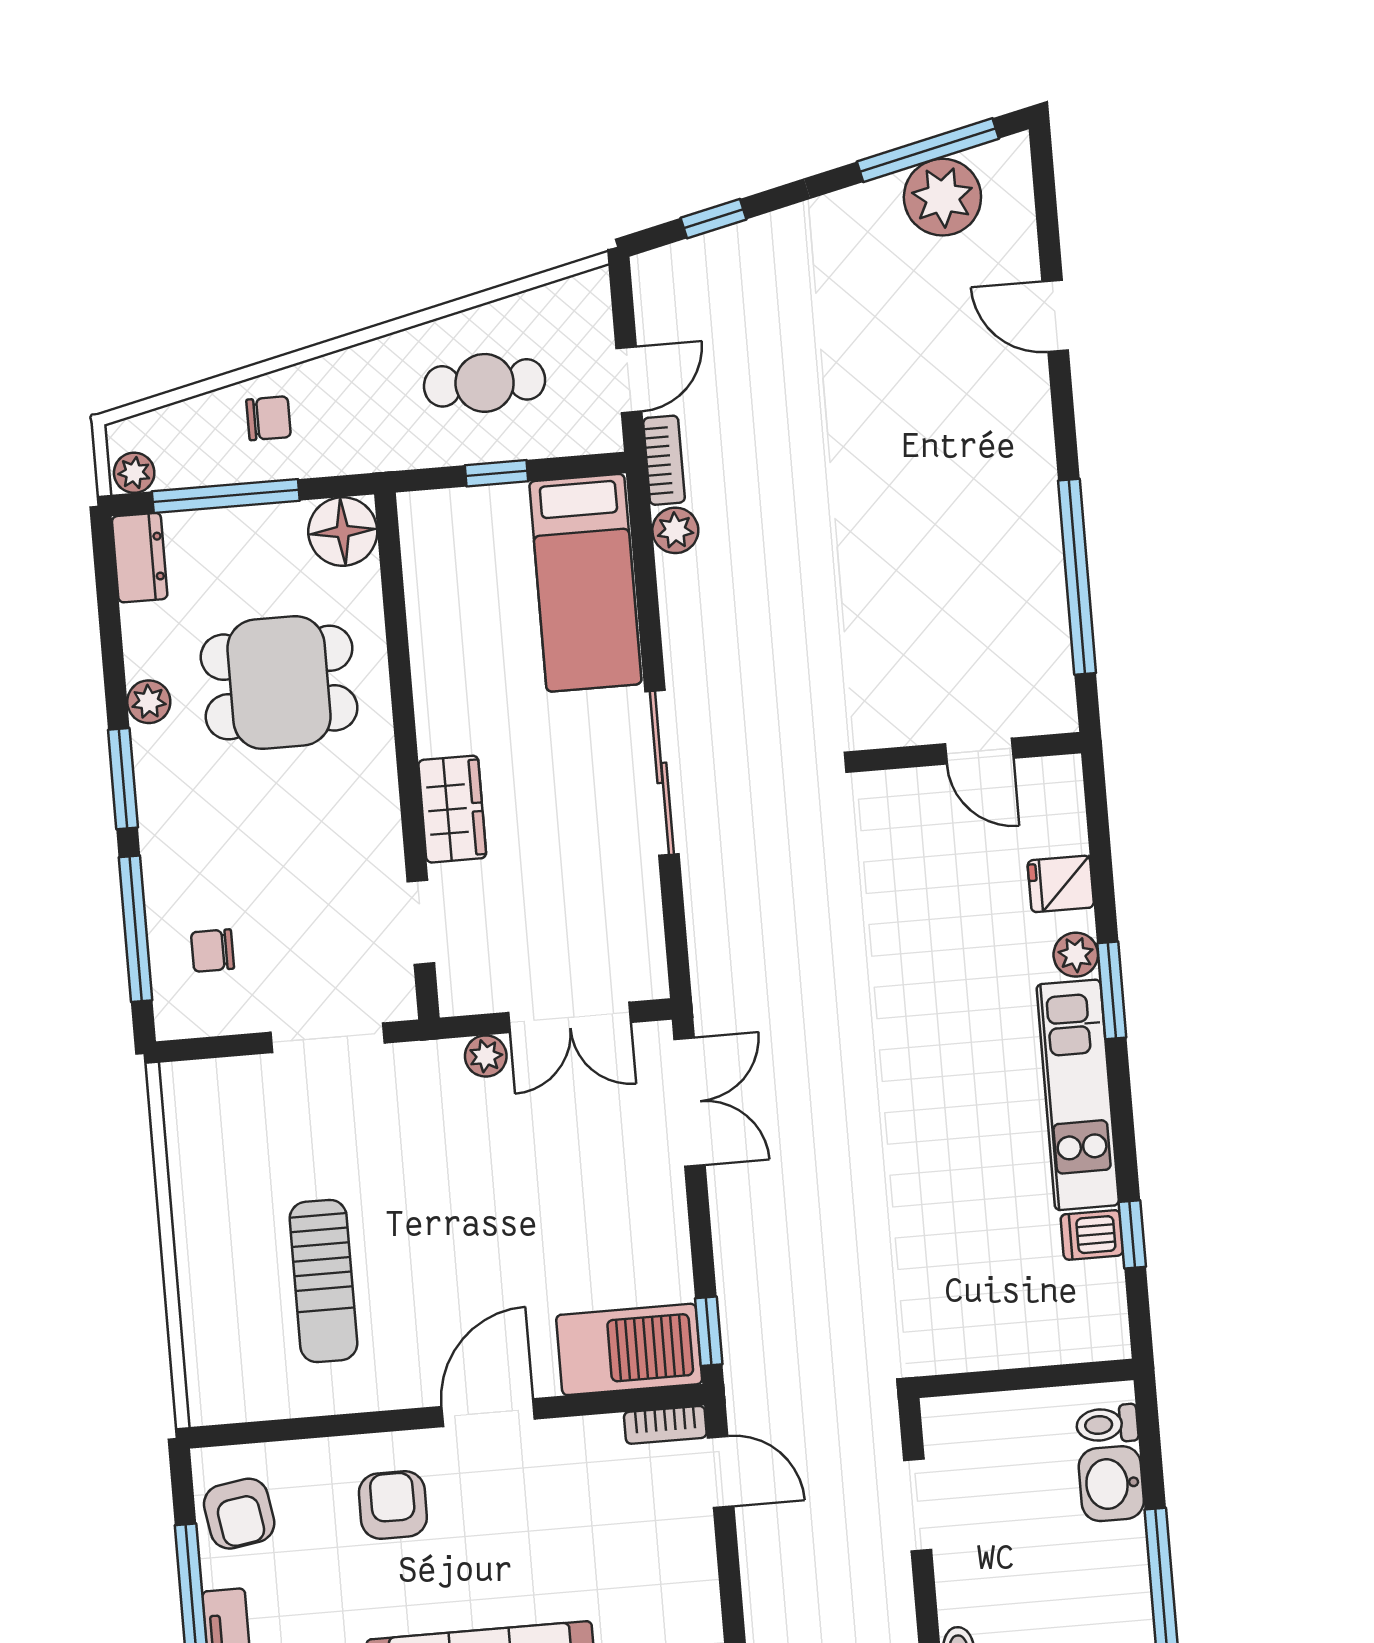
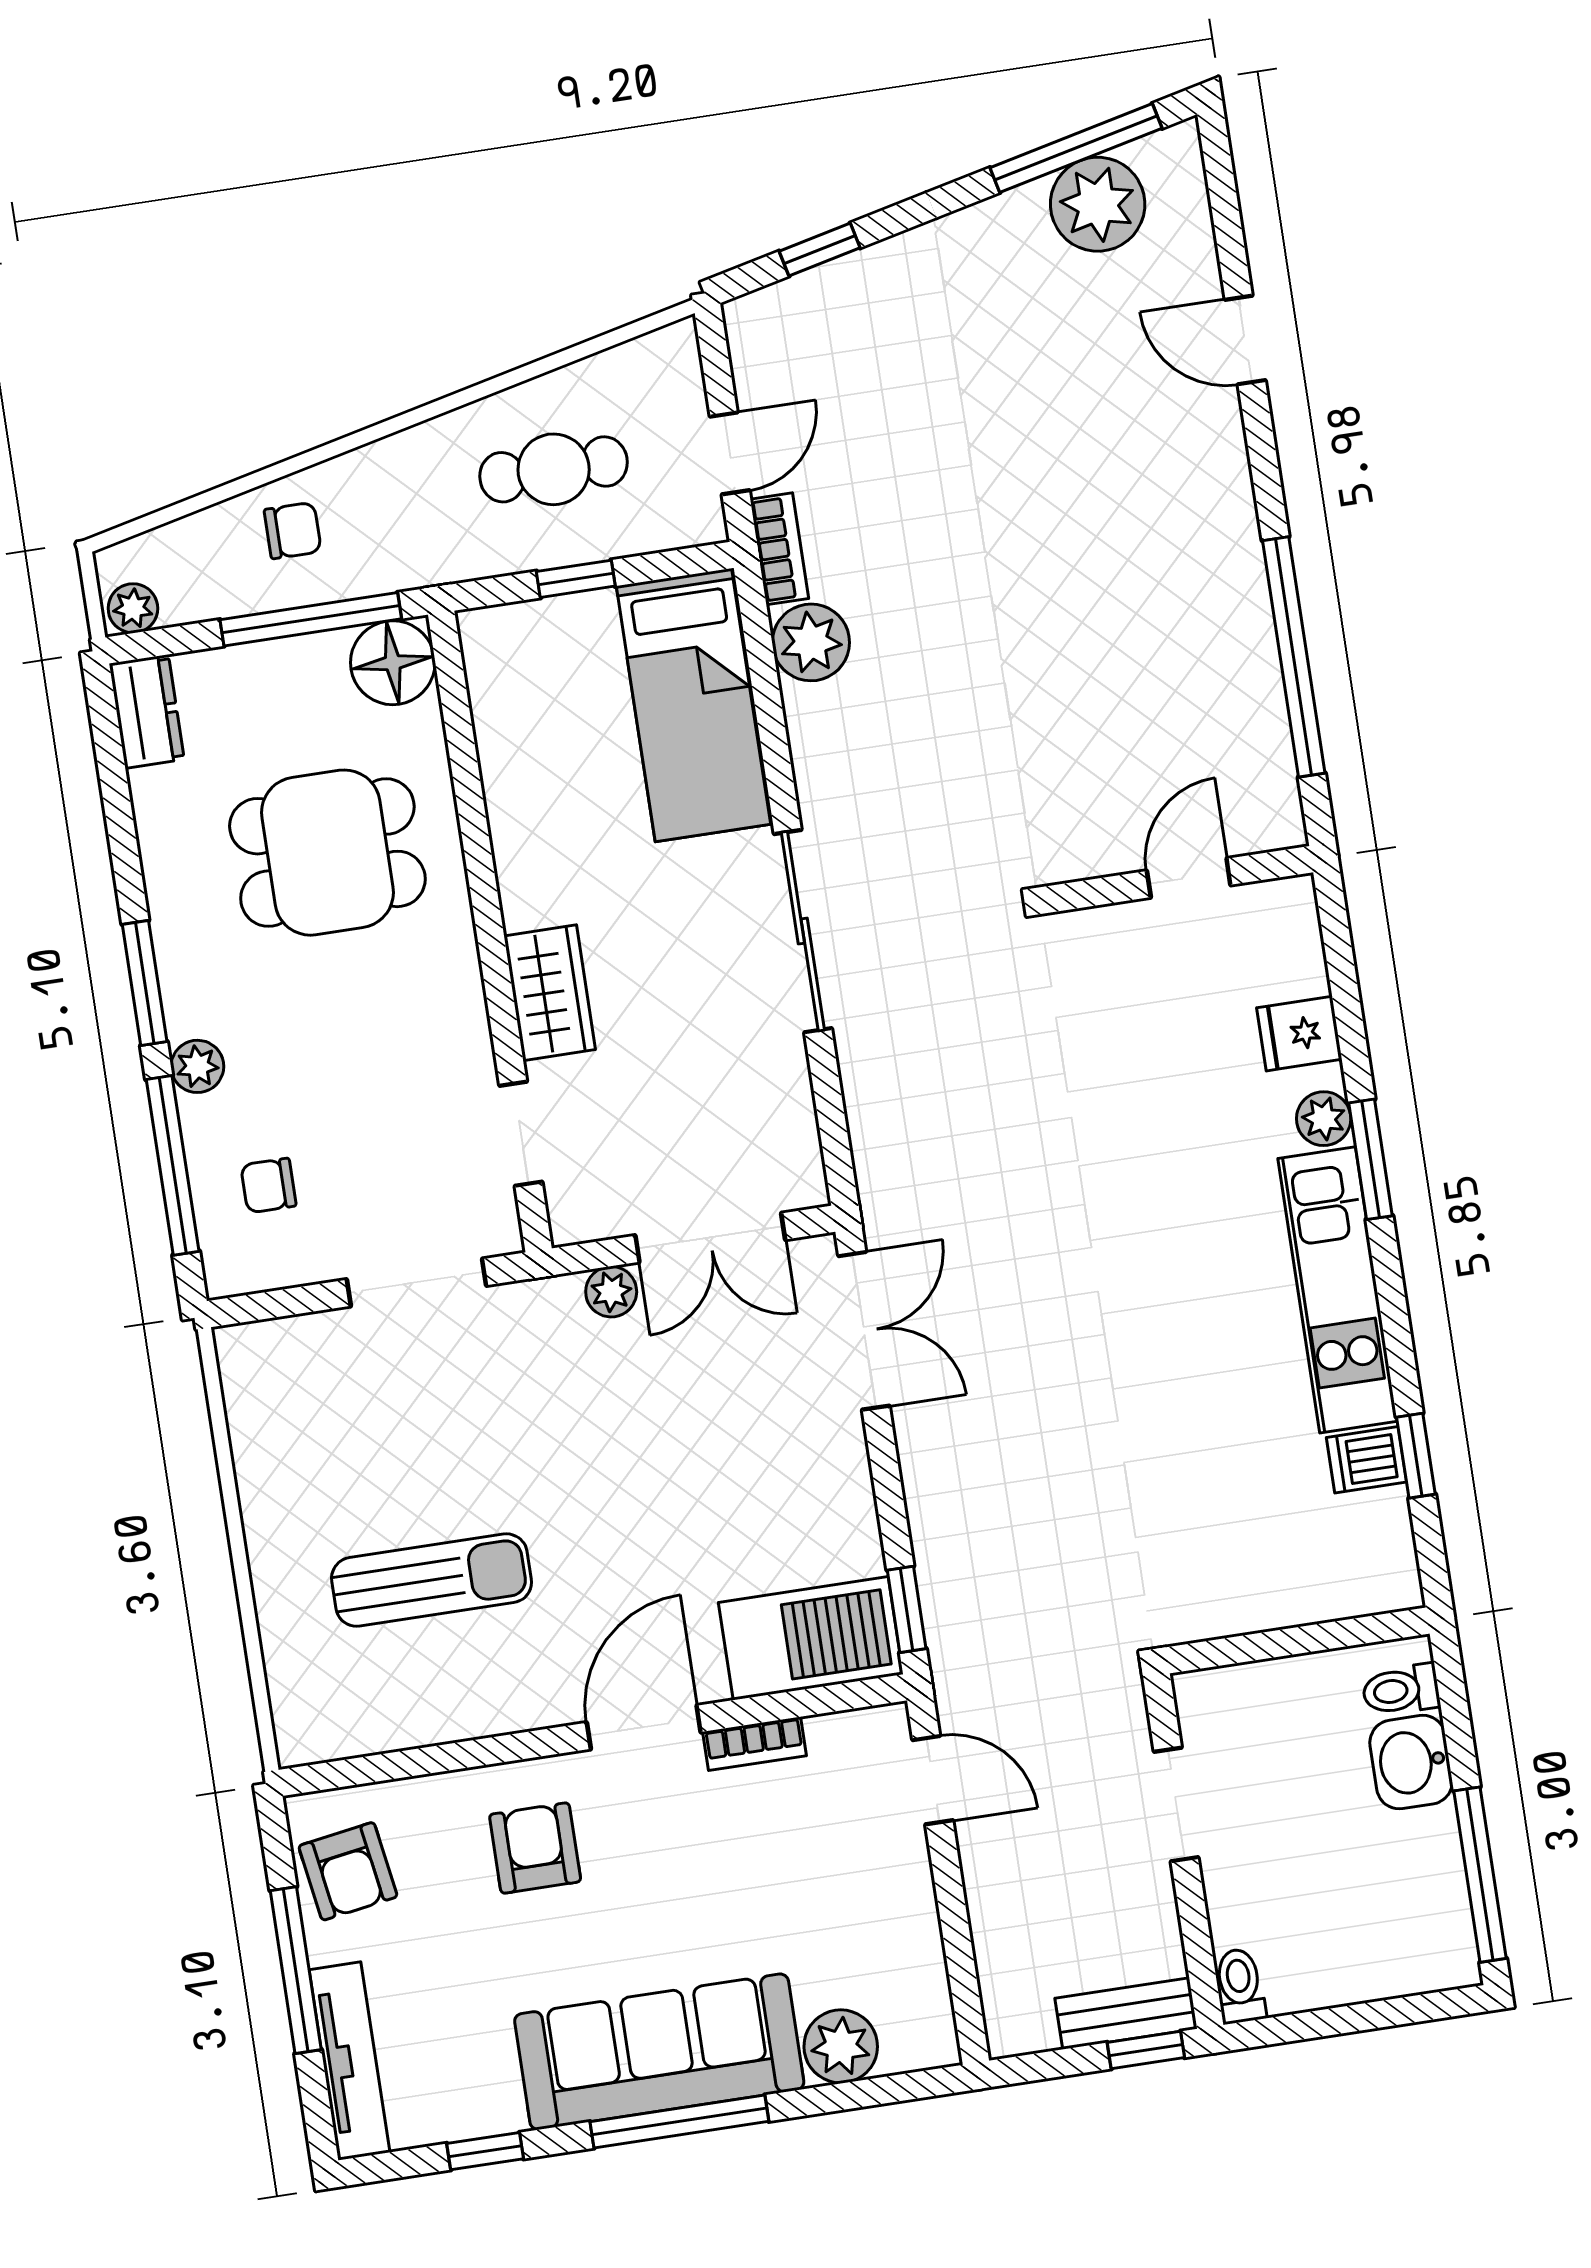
window: (226, 496) -> (311, 619), moved
plant: (675, 530) -> (811, 642), width x1.38, depth x1.38
plant: (149, 702) -> (197, 1066), moved
door: (979, 751) -> (1189, 878), swing flipped
sun lounger: (323, 1281) -> (432, 1580), turned -90
bookcase: (665, 1425) -> (754, 1744), moved

